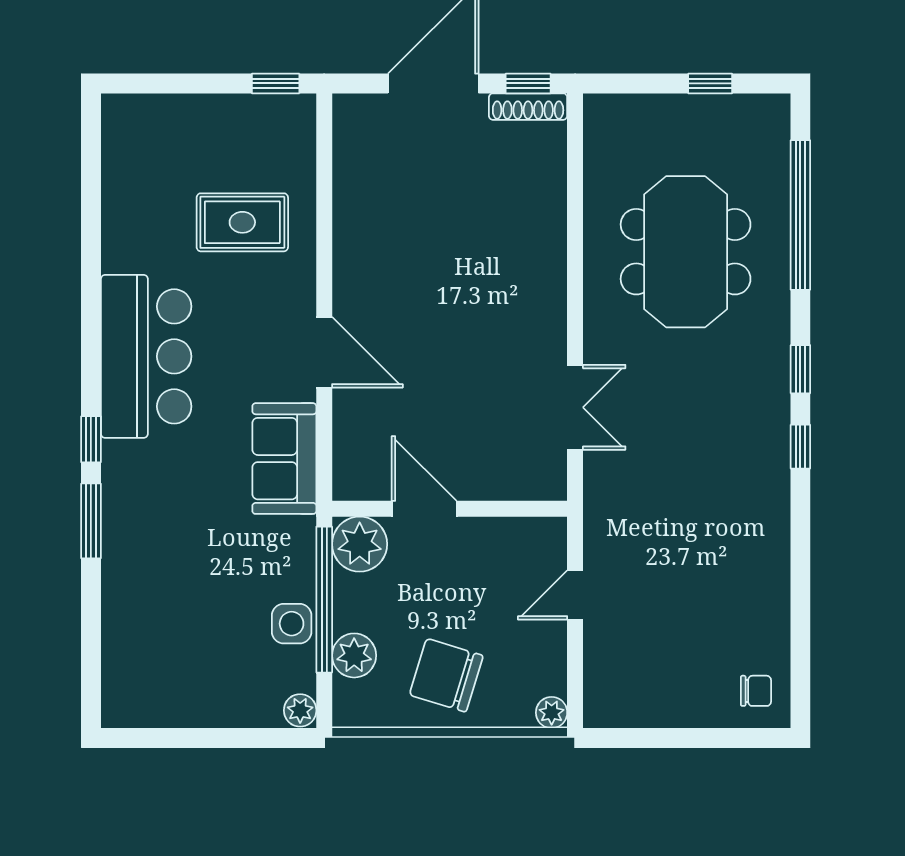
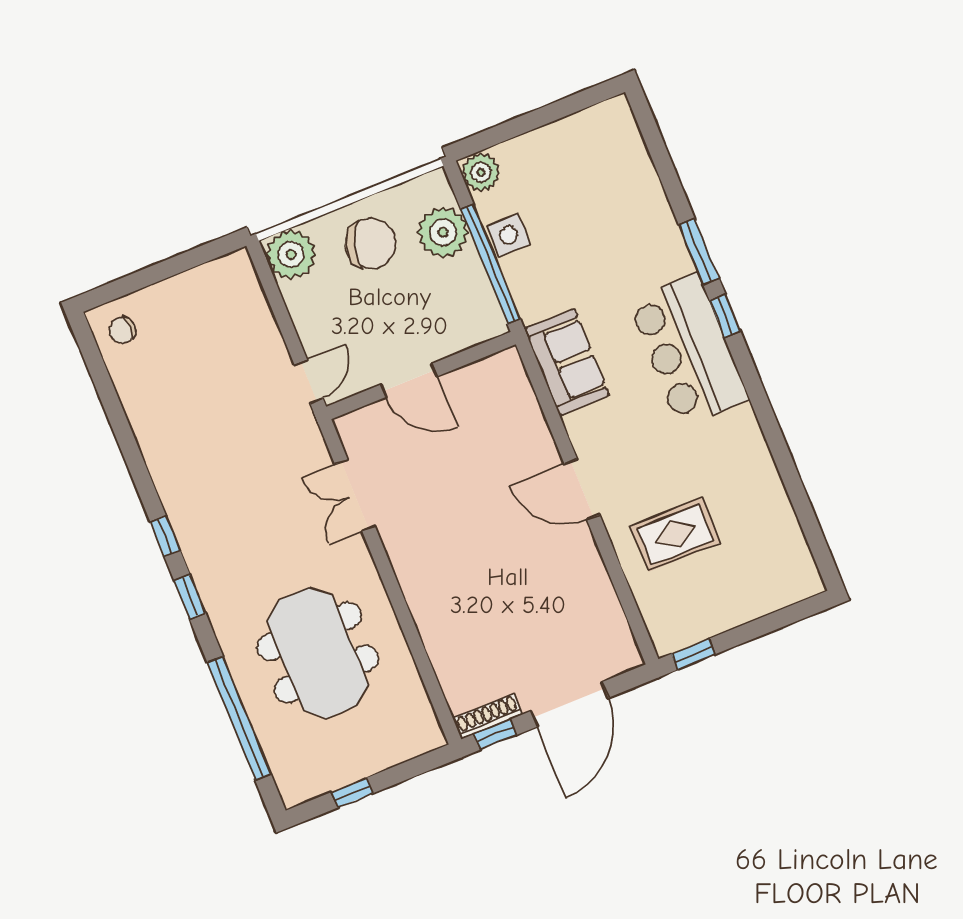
door: (324, 352) -> (582, 489), moved
bar counter: (146, 356) -> (689, 350), moved
door: (424, 509) -> (409, 380), moved
plant: (360, 544) -> (480, 319), removed
door: (575, 595) -> (309, 381), moved
plant: (354, 655) -> (443, 232), width x1.36, depth x1.36
plant: (300, 710) -> (481, 172), width x1.38, depth x1.38
plant: (552, 713) -> (291, 254), width x1.88, depth x1.88

